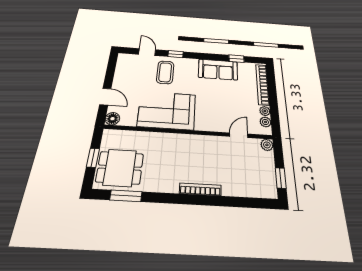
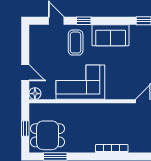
sofa: (218, 70) -> (111, 35), moved

